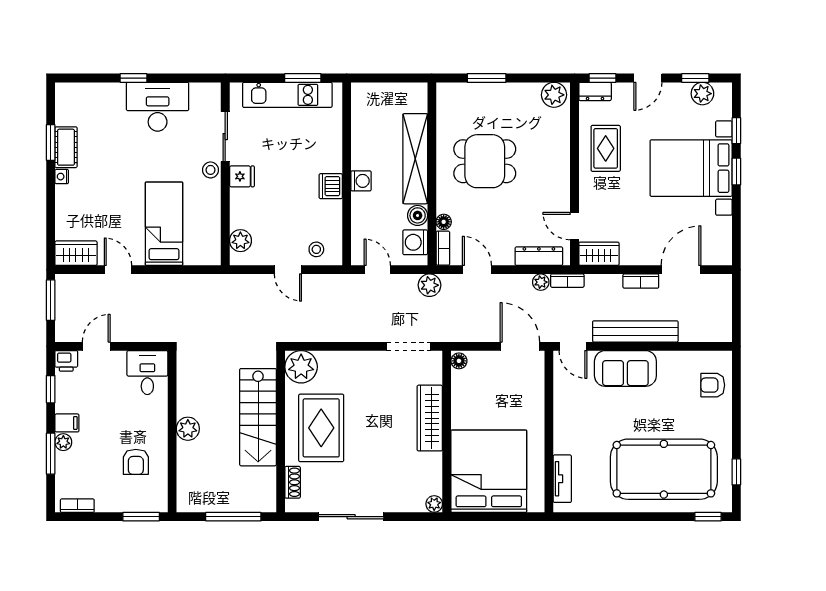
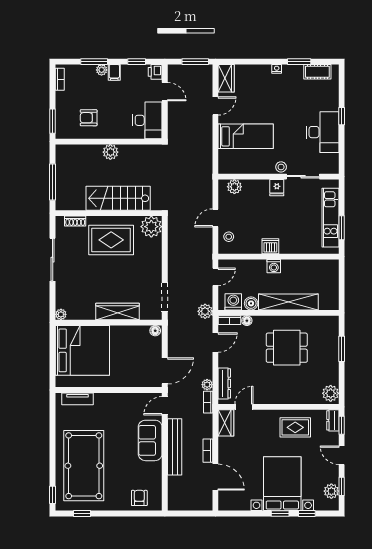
cot: (66, 147) -> (317, 72), moved
dining table: (485, 161) -> (287, 348), turned 90
desk: (147, 373) -> (147, 120), width x1.37

